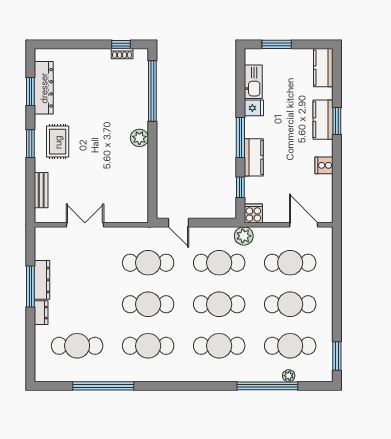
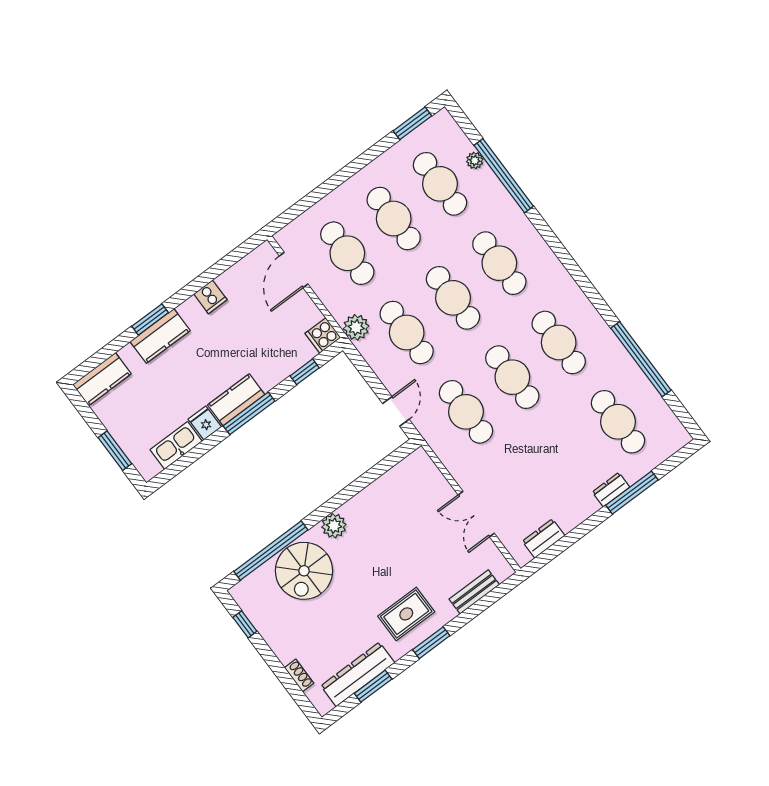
shoe rack: (122, 54) -> (299, 675), moved
spiral stairs: (126, 101) -> (304, 571), added
kitchen counter: (254, 157) -> (236, 400), moved
dresser: (42, 280) -> (544, 538), moved, width x0.70
window: (30, 287) -> (632, 493), moved

